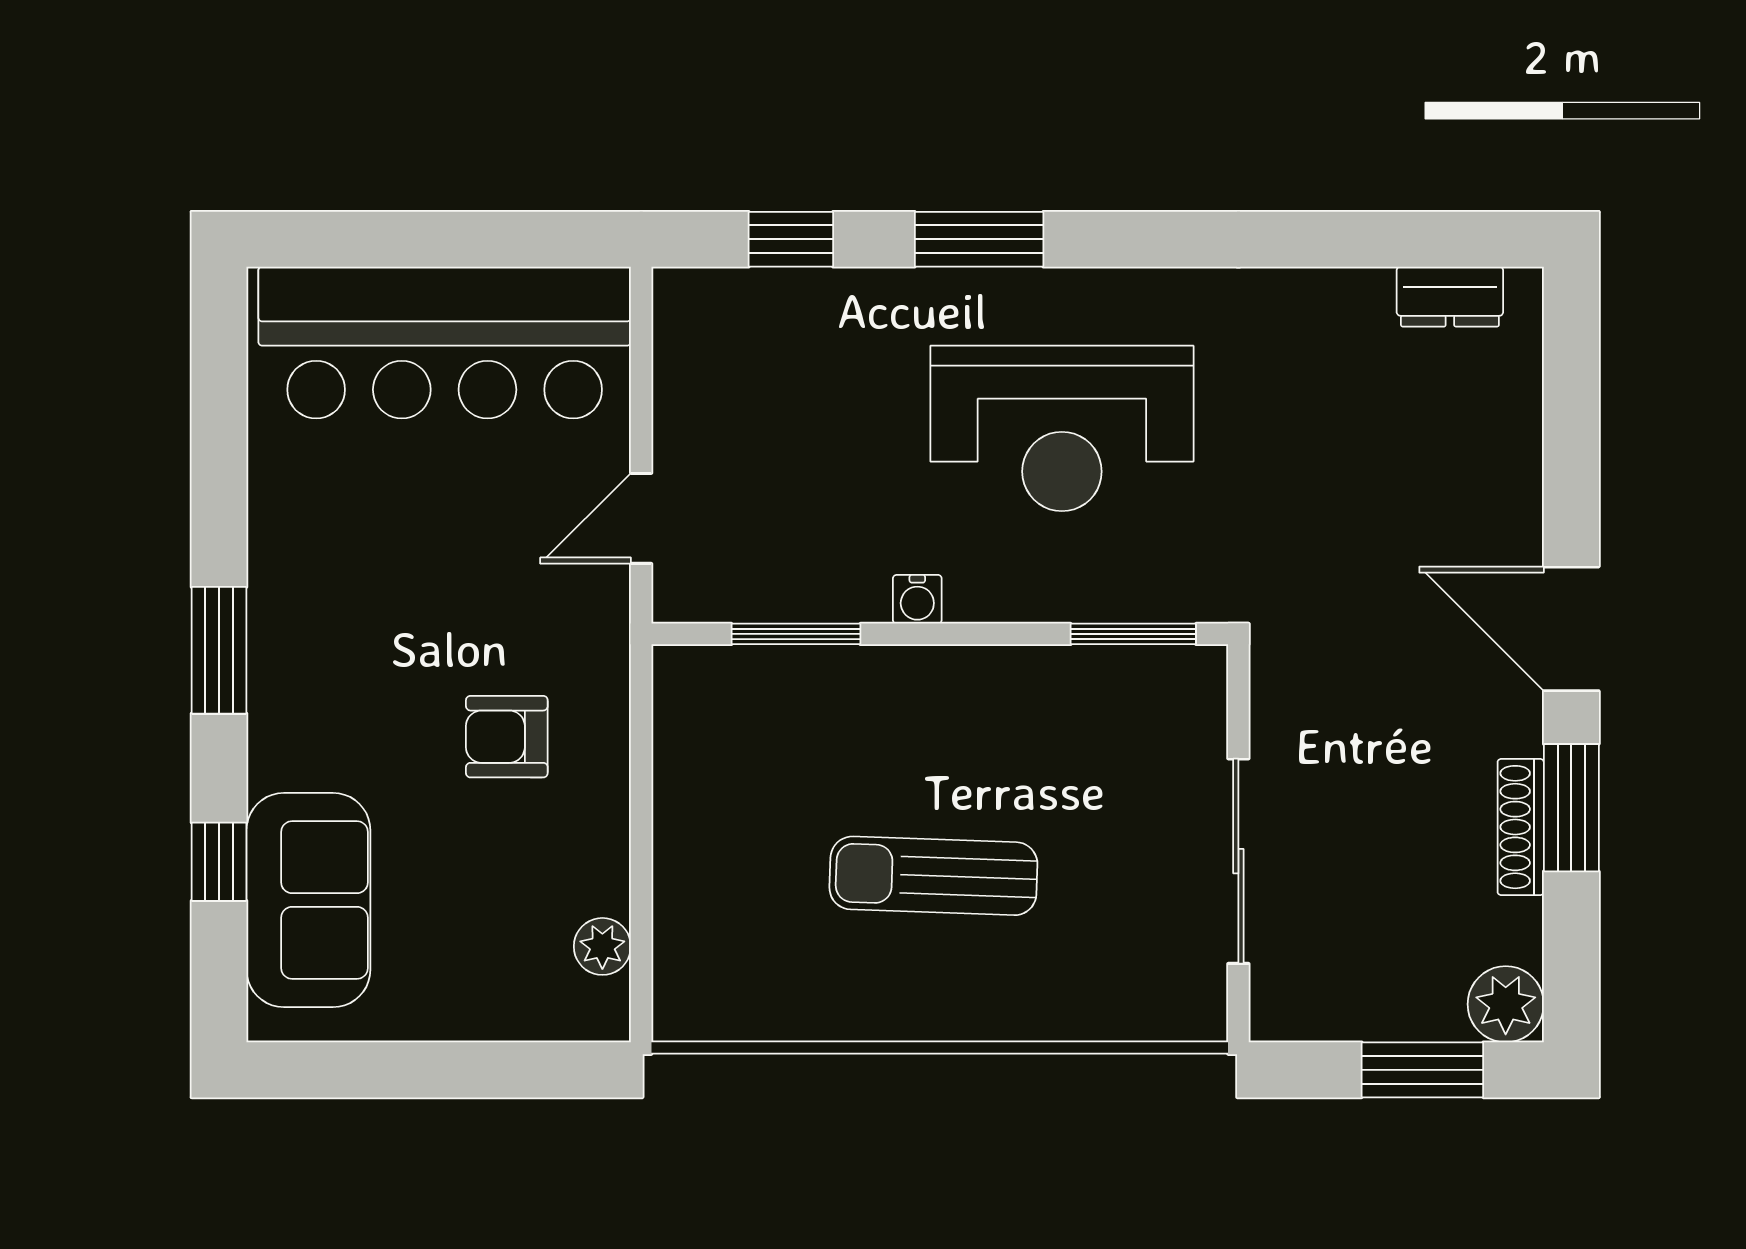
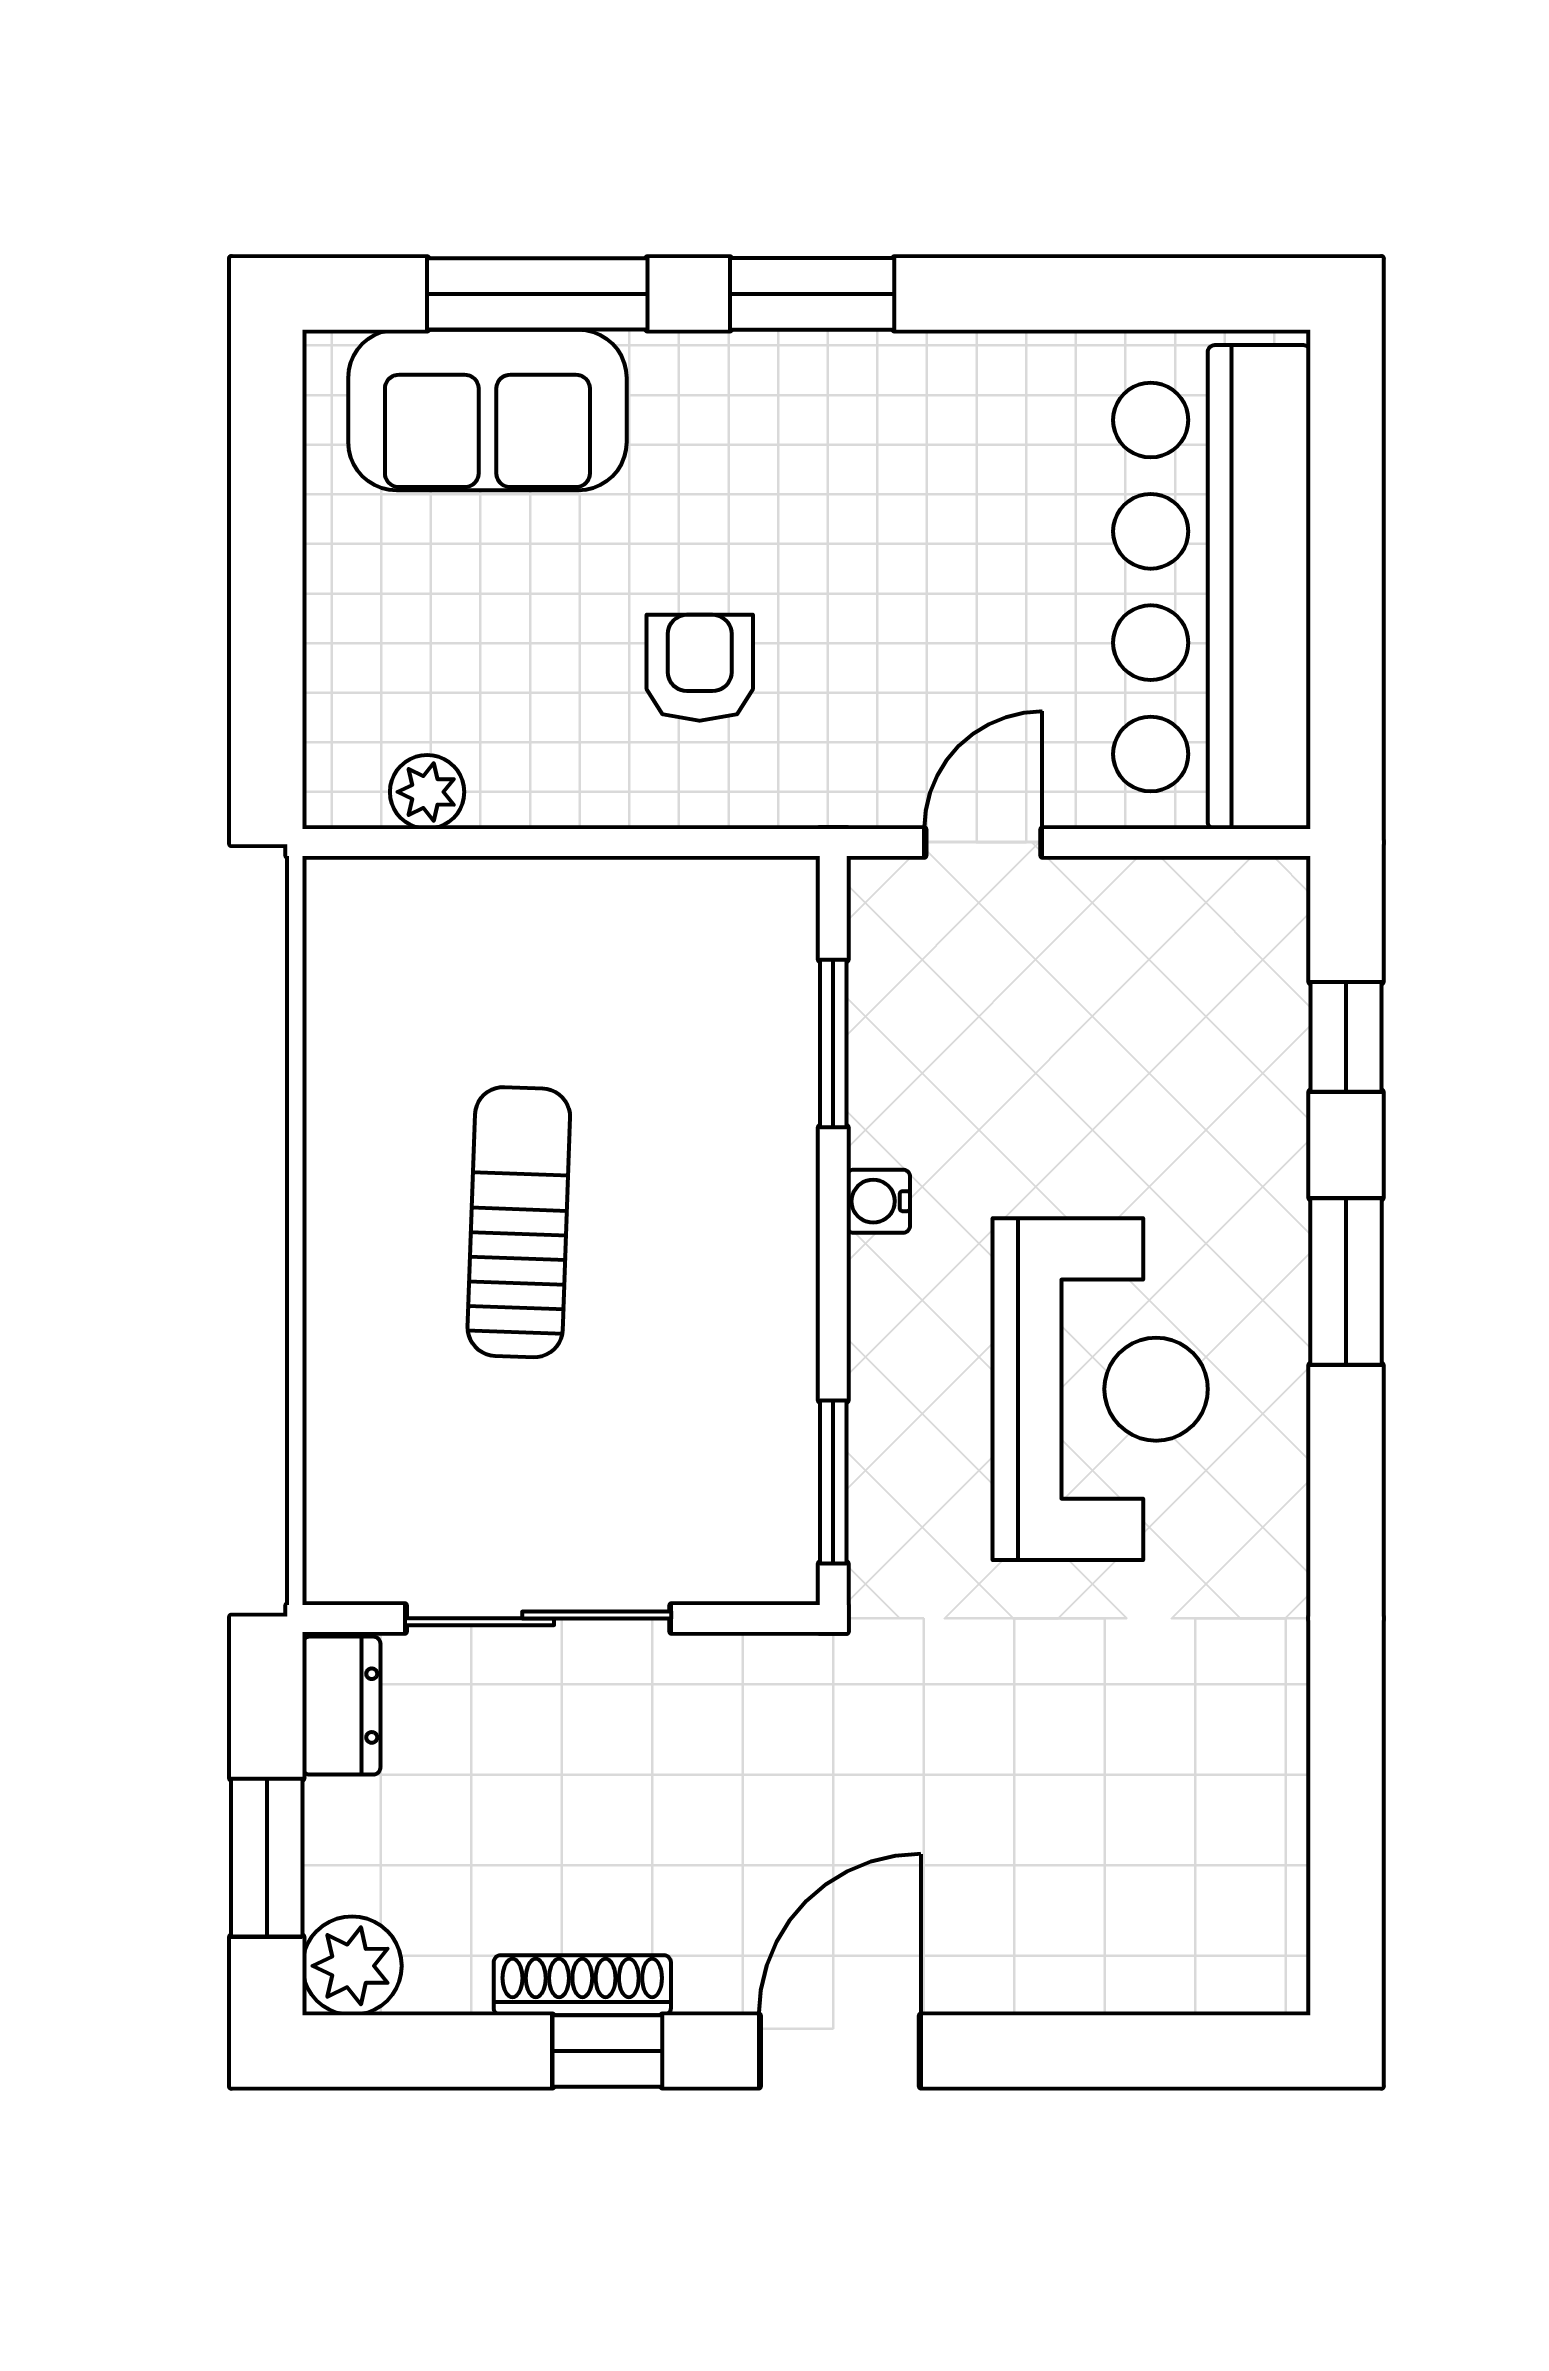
dresser: (1450, 297) -> (341, 1706), moved, turned 180
reception desk: (1062, 428) -> (1100, 1389), turned 180
door: (641, 518) -> (983, 842), hinge flipped
window: (1571, 808) -> (607, 2051), width x0.67
window: (219, 862) -> (537, 294), width x2.17

